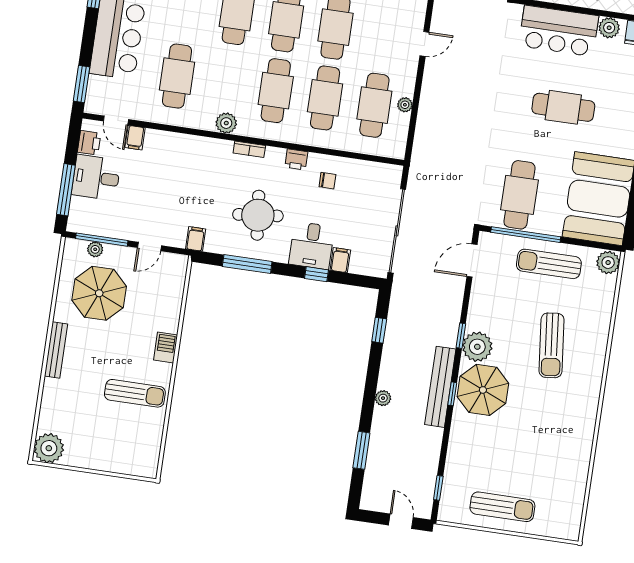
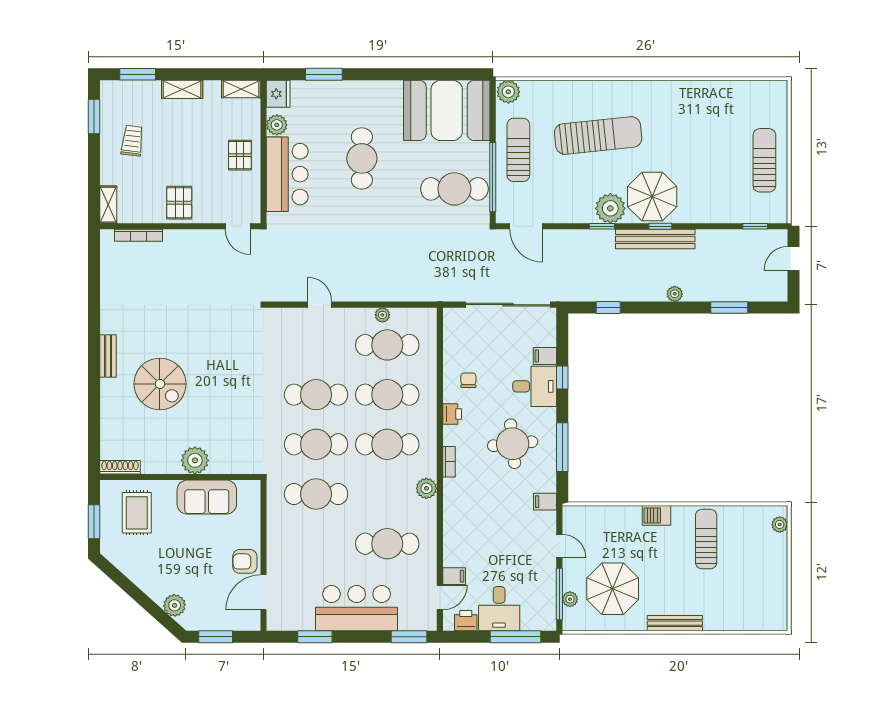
sun lounger: (549, 264) -> (518, 150), turned 180
sun lounger: (551, 345) -> (598, 135), width x1.36, depth x1.34
plant: (49, 448) -> (780, 525), moved, width x0.53, depth x0.53

